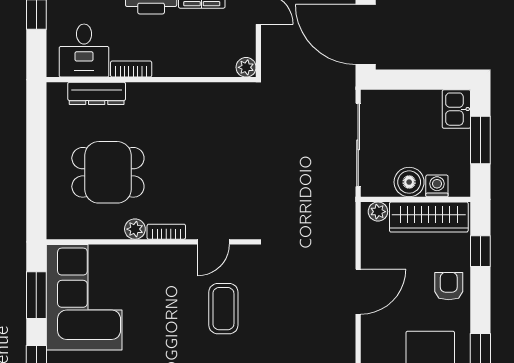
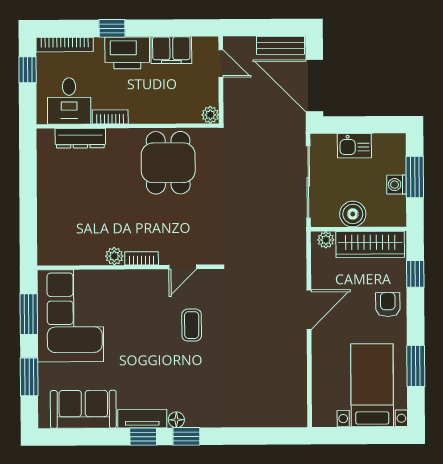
kitchen sink: (456, 109) -> (354, 146), moved, turned -90
dining table: (108, 172) -> (168, 163), moved, turned 90
washing machine: (437, 186) -> (396, 185), moved, turned -90
coffee table: (223, 309) -> (192, 325), width x0.73, depth x0.77

